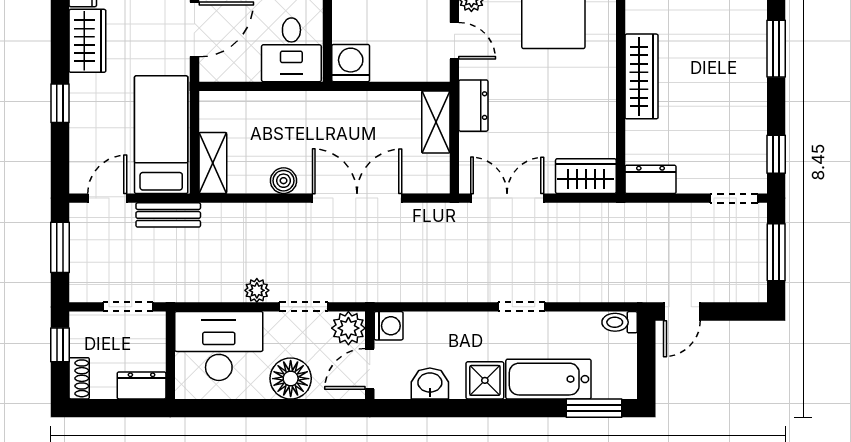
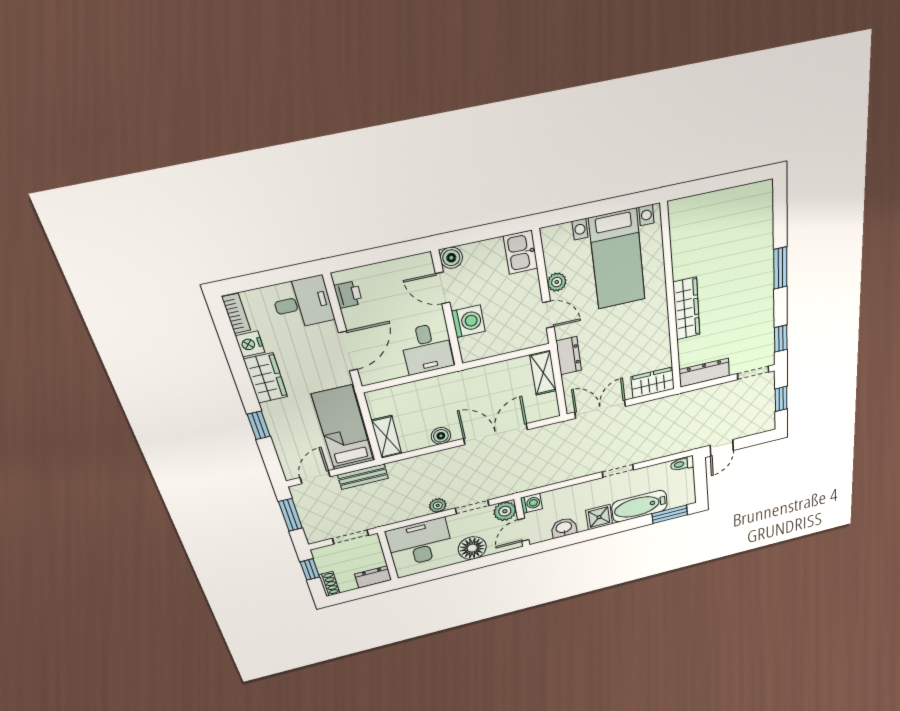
washing machine: (351, 63) -> (468, 321), moved, turned 90
dresser: (650, 179) -> (704, 373), width x1.44
window: (776, 252) -> (781, 399), width x0.67

